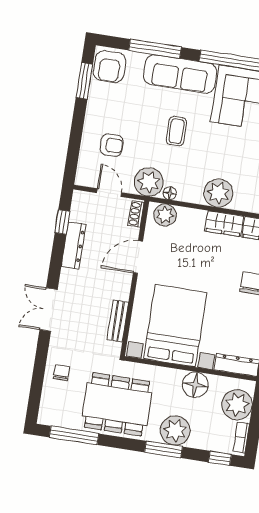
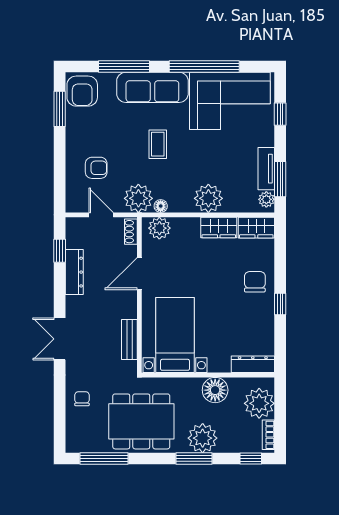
bed with nightstands: (175, 326) -> (175, 335), width x0.73

